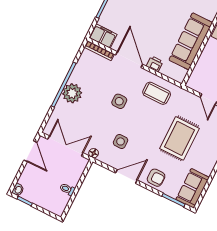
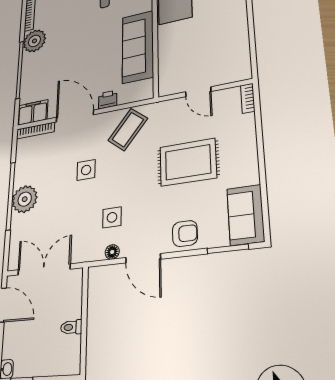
coffee table: (157, 93) -> (128, 130), turned -51
rug: (179, 138) -> (188, 162), turned 90
floor lamp: (94, 153) -> (112, 252), moved
door: (126, 177) -> (143, 258), swing flipped

